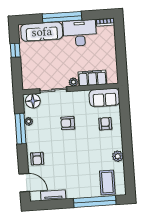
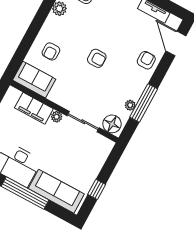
armchair: (68, 123) -> (97, 58), moved

